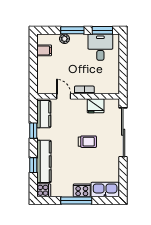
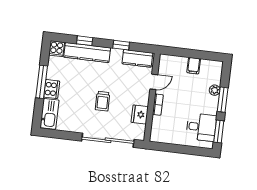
filing cabinet: (44, 50) -> (194, 66), moved

